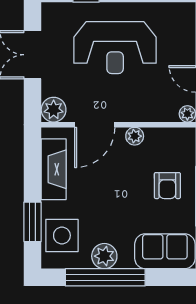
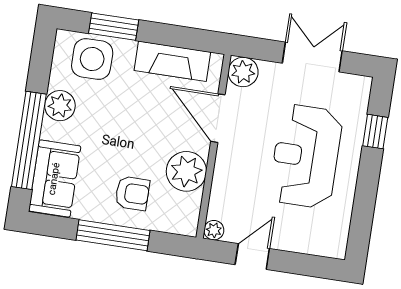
plant: (135, 136) -> (186, 171), width x1.88, depth x1.88
armchair: (167, 186) -> (132, 193), turned 180
window: (105, 277) -> (29, 140), moved

